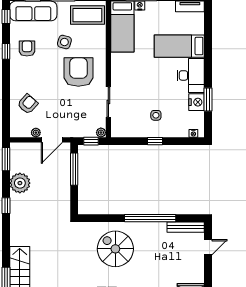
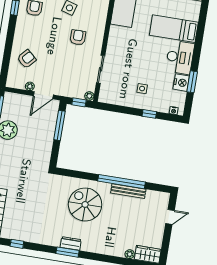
armchair: (78, 72) -> (78, 37), width x0.53, depth x0.53
window: (155, 141) -> (149, 114), moved
bench: (186, 227) -> (128, 191), moved

